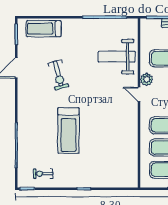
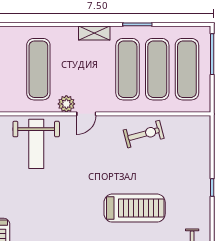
exercise bike: (58, 75) -> (144, 134), moved

